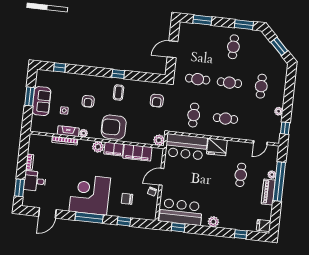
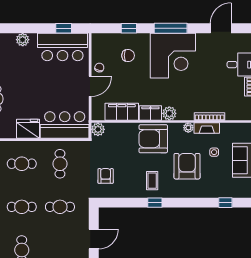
armchair: (88, 101) -> (187, 166), width x1.88, depth x1.88
armchair: (114, 127) -> (153, 139), turned 180

